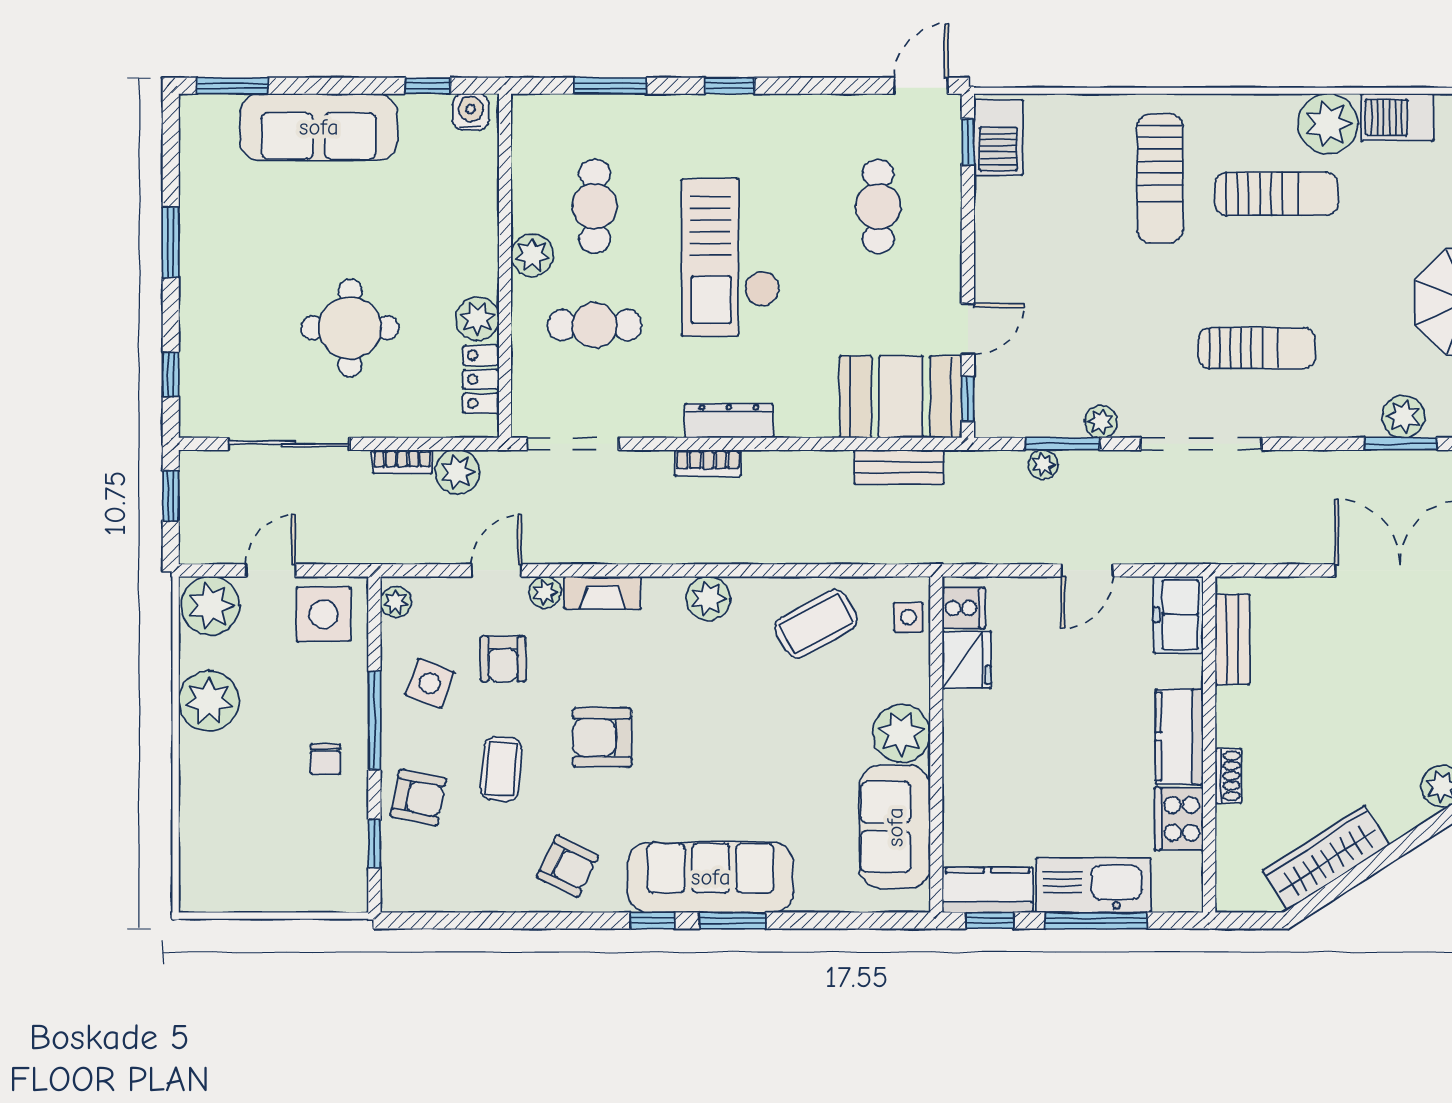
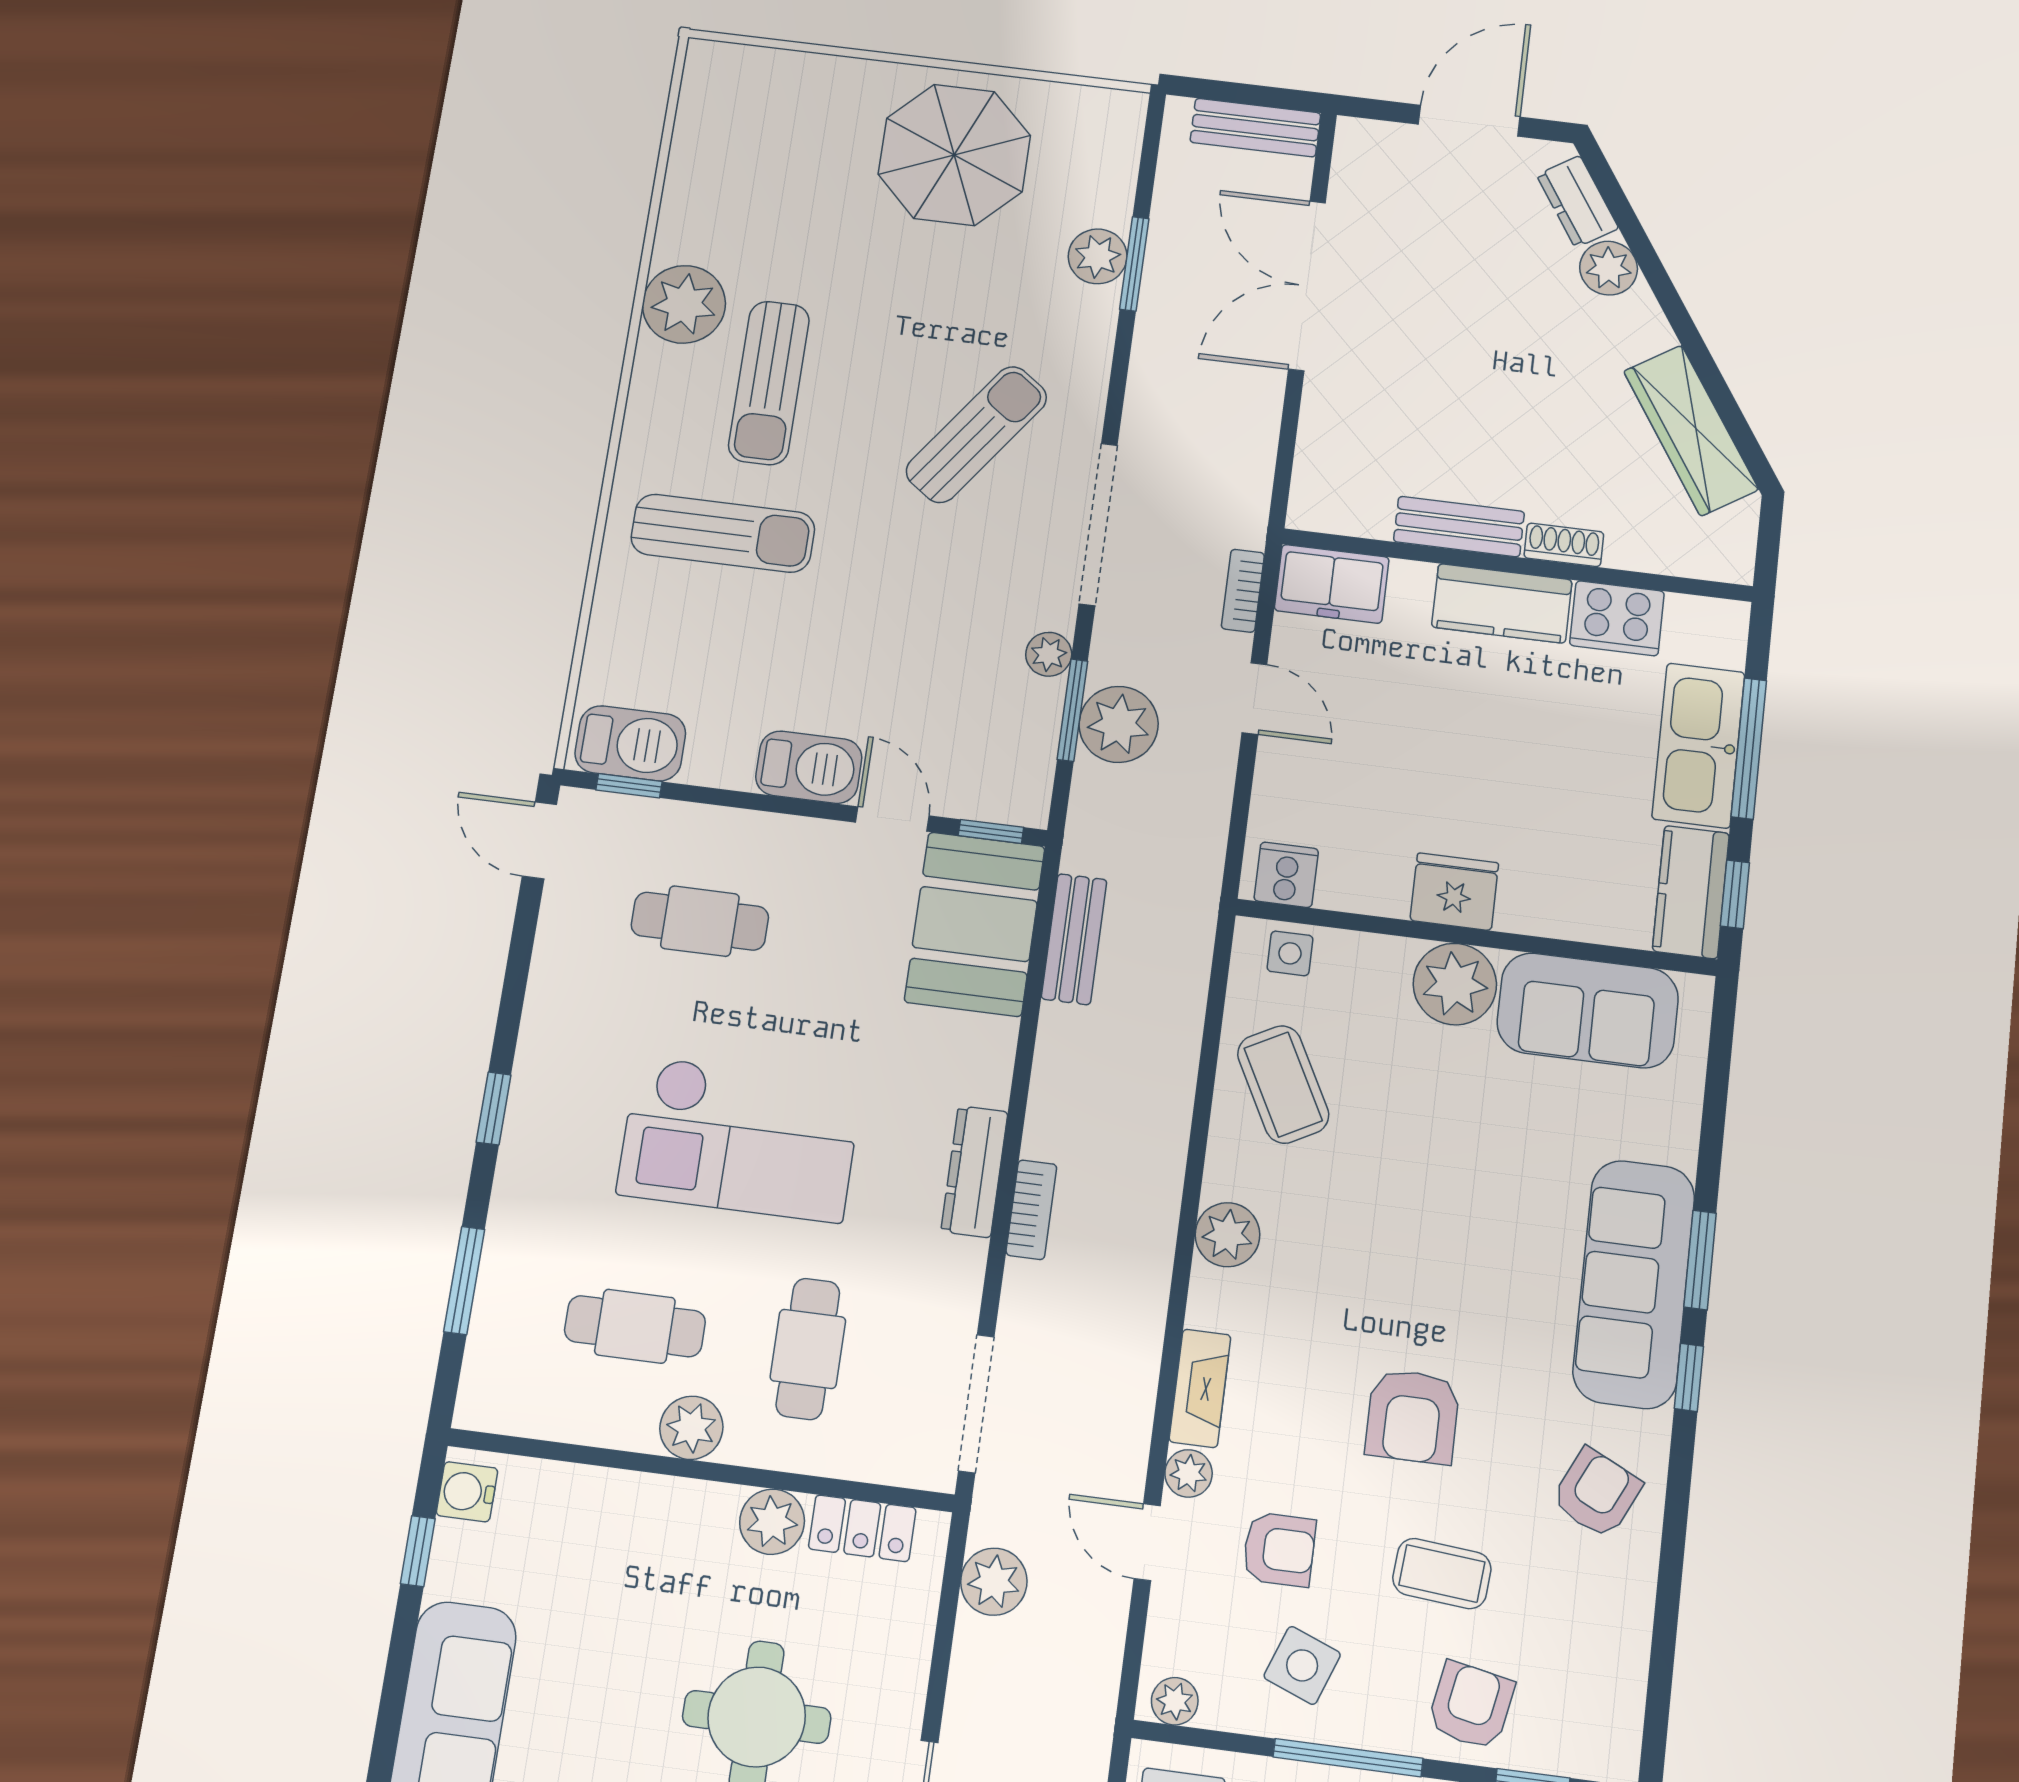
barbecue: (1397, 117) -> (809, 767), moved, turned -90
sun lounger: (1277, 194) -> (769, 383), turned 180
sun lounger: (1257, 348) -> (976, 434), turned 36
bookcase: (402, 462) -> (1243, 591), moved, turned 180
plant: (1043, 465) -> (1119, 724), width x1.88, depth x1.88
bench: (1232, 639) -> (1459, 527), moved
fridge: (967, 660) -> (1454, 892), moved

